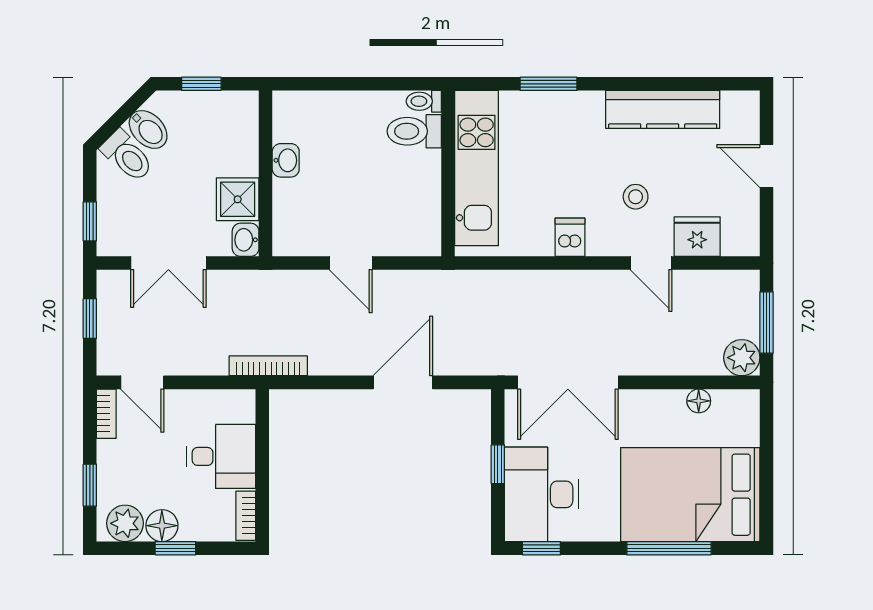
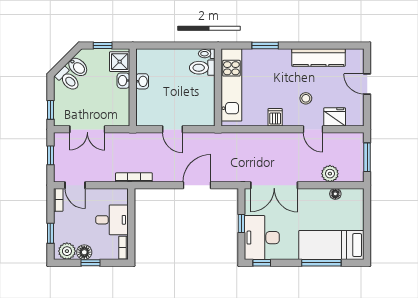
shower: (238, 199) -> (120, 62), moved
washbasin: (246, 240) -> (123, 81), moved
plant: (742, 358) -> (330, 174), moved
bed: (690, 495) -> (331, 245), width x0.67

